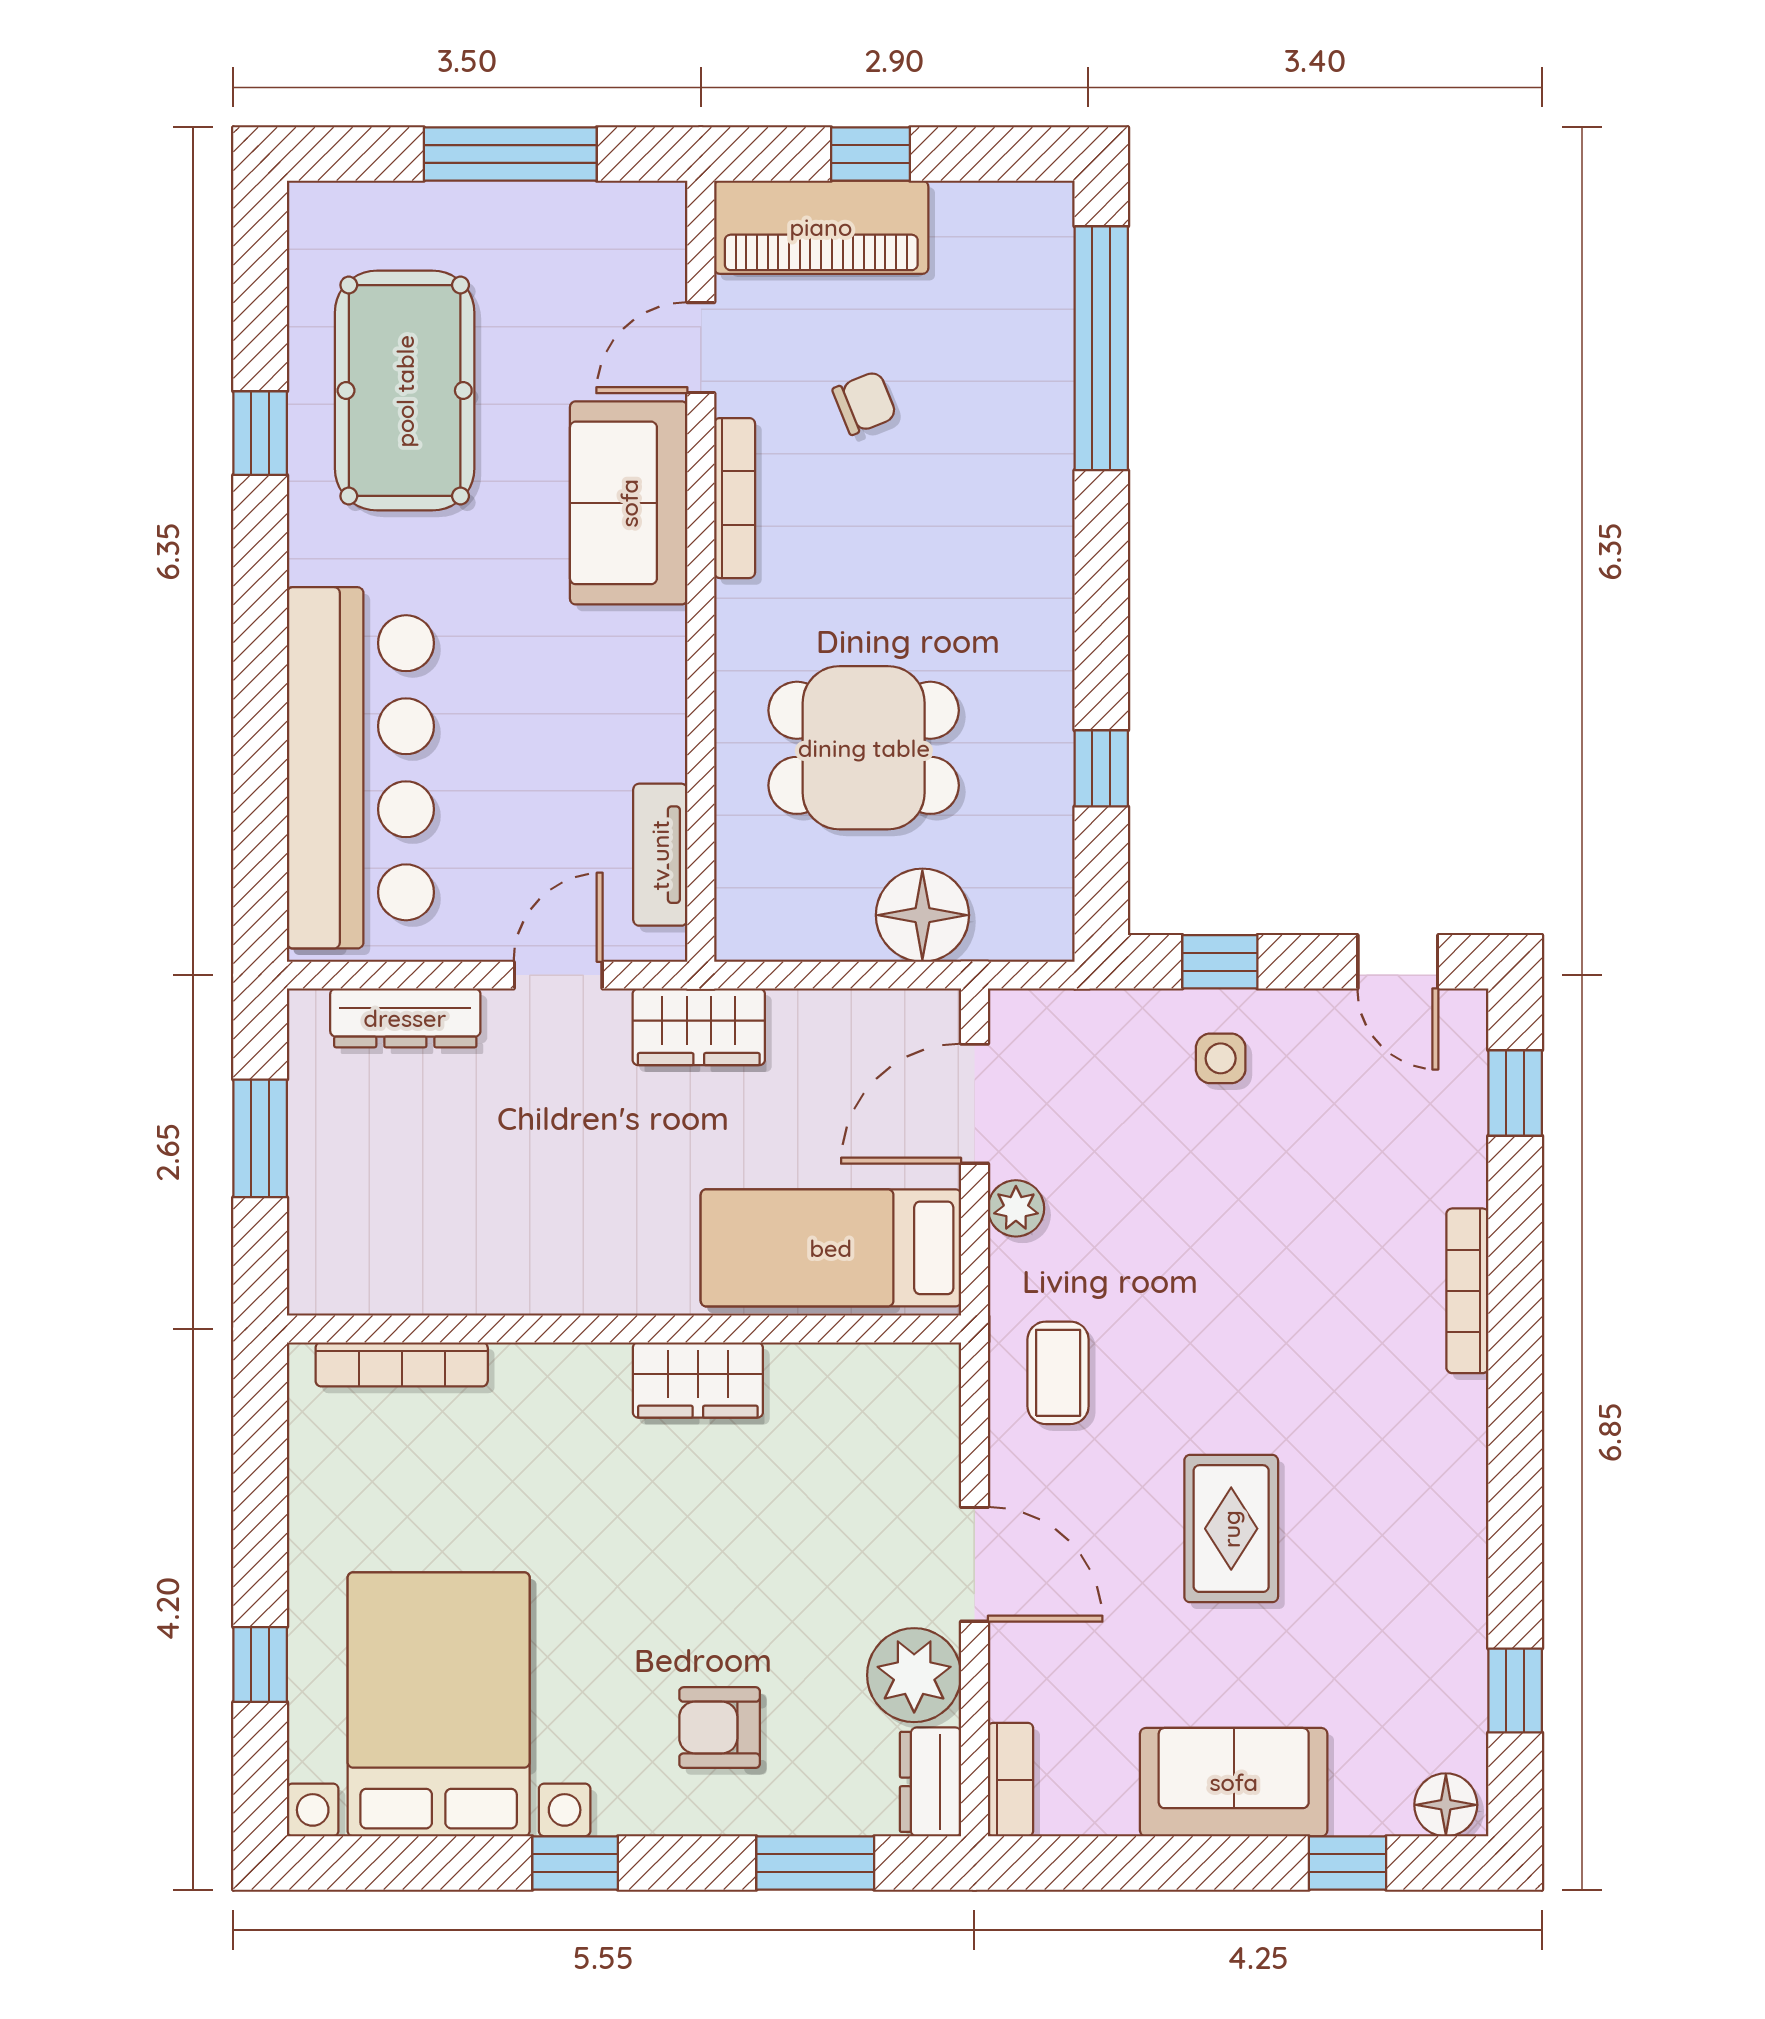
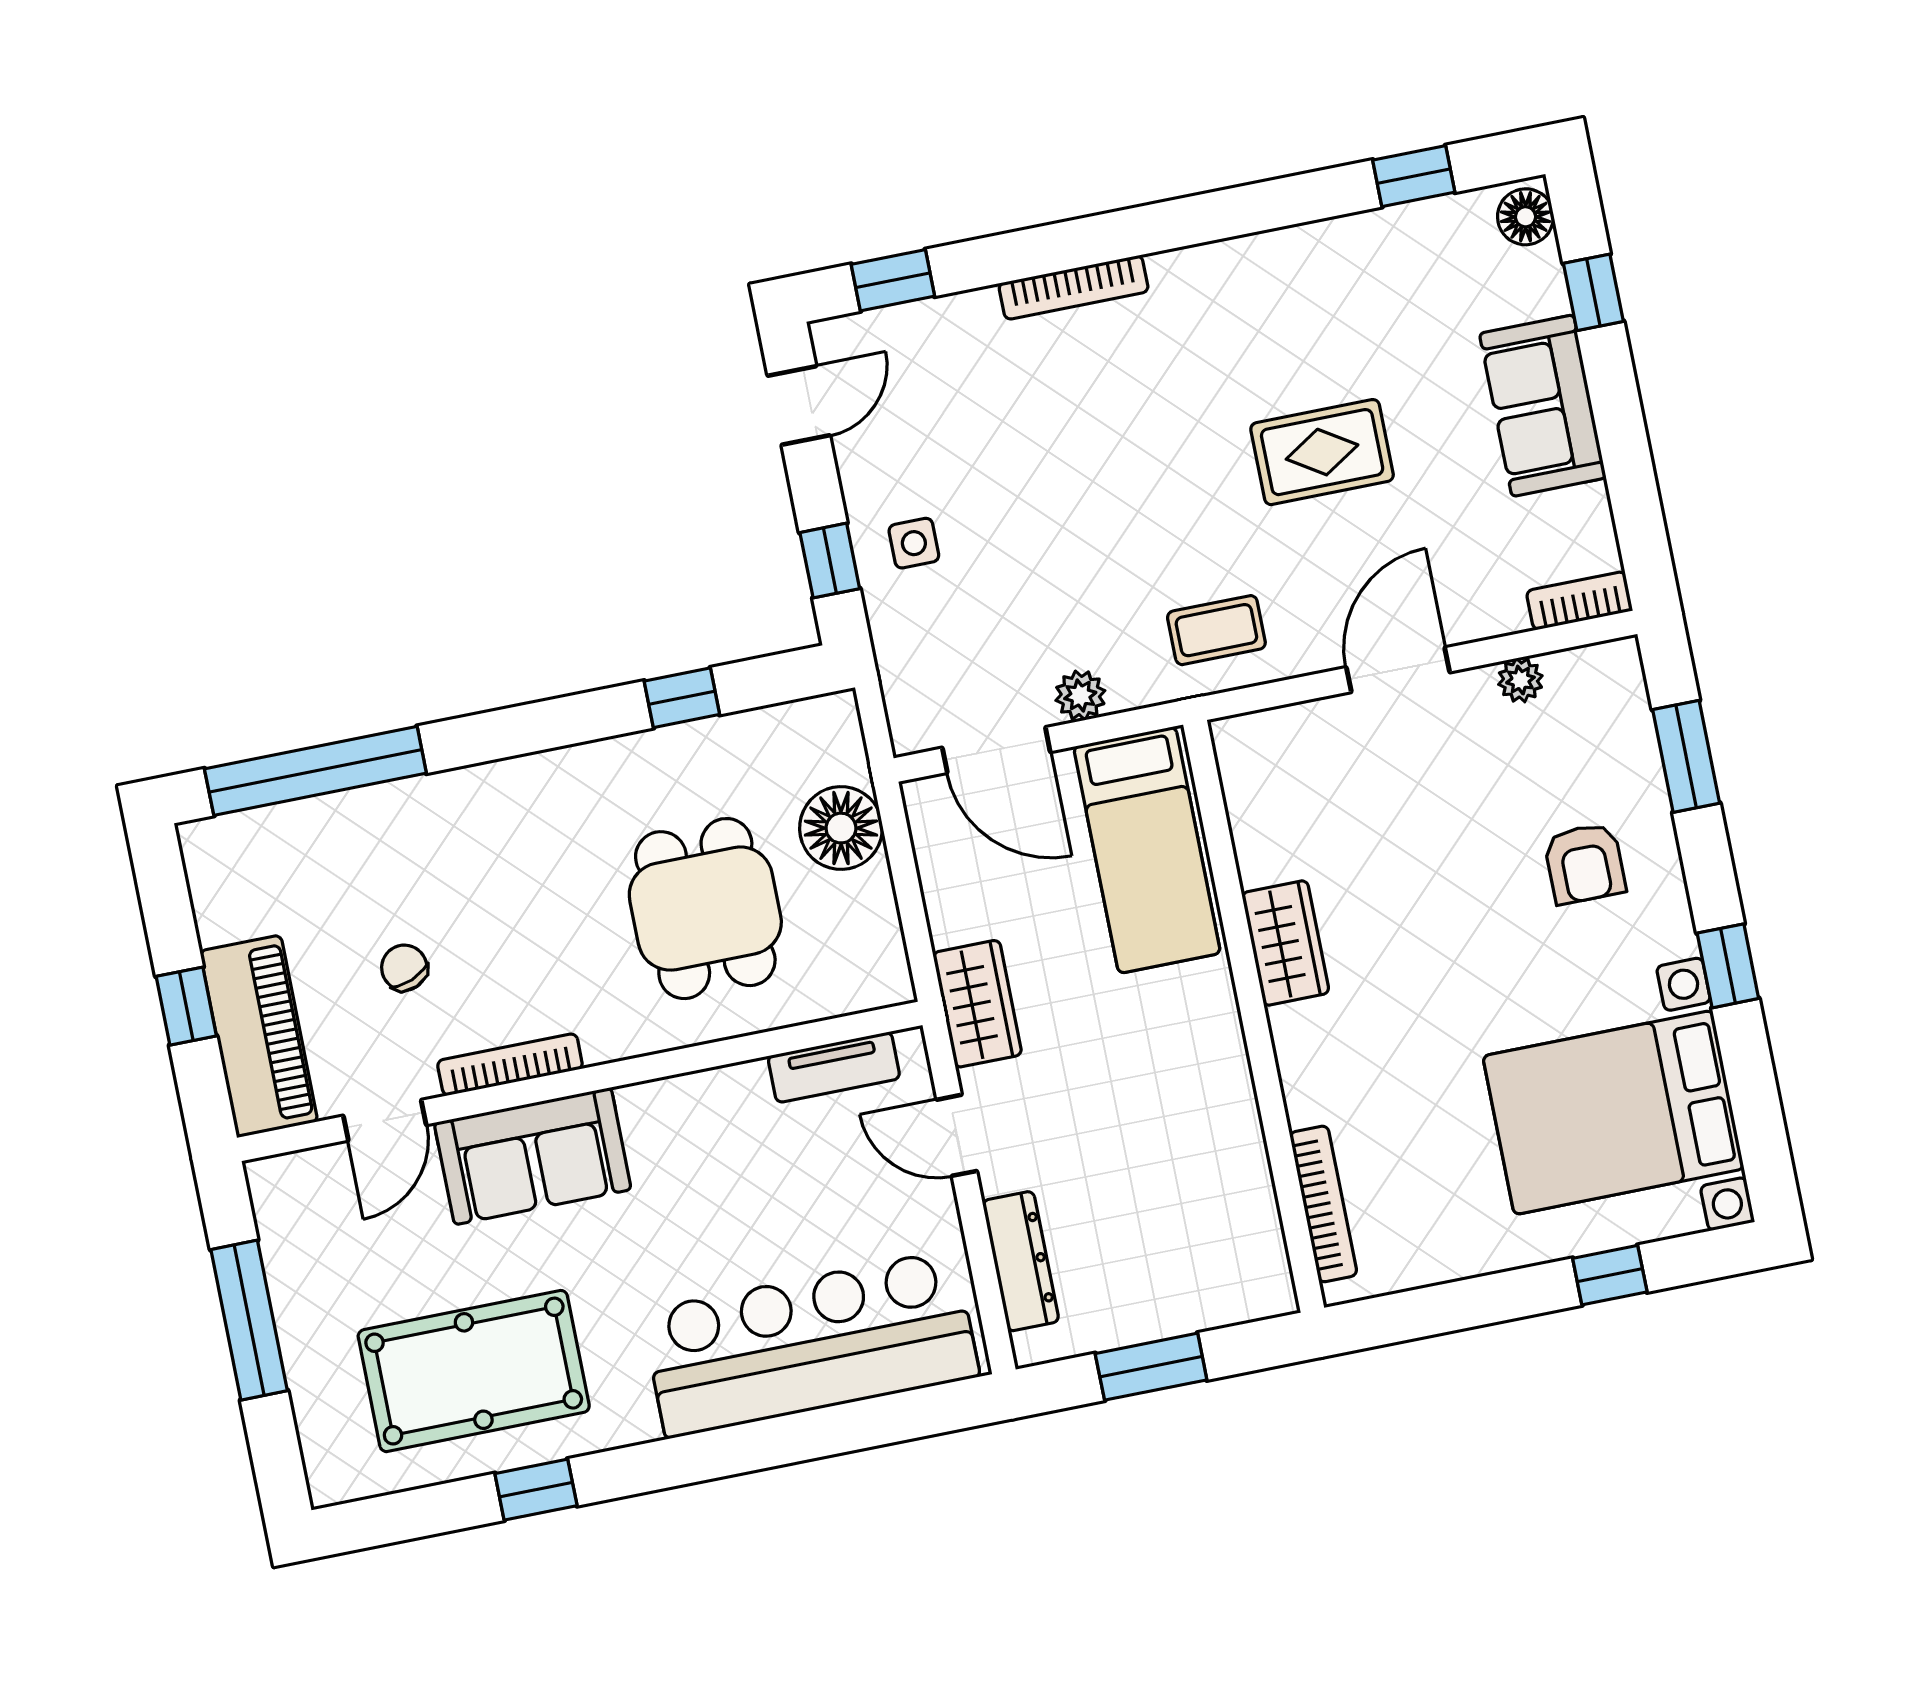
door: (701, 348) -> (385, 1120), hinge flipped
plant: (914, 1675) -> (1520, 680), width x0.53, depth x0.53
dresser: (930, 1782) -> (1595, 670), removed

